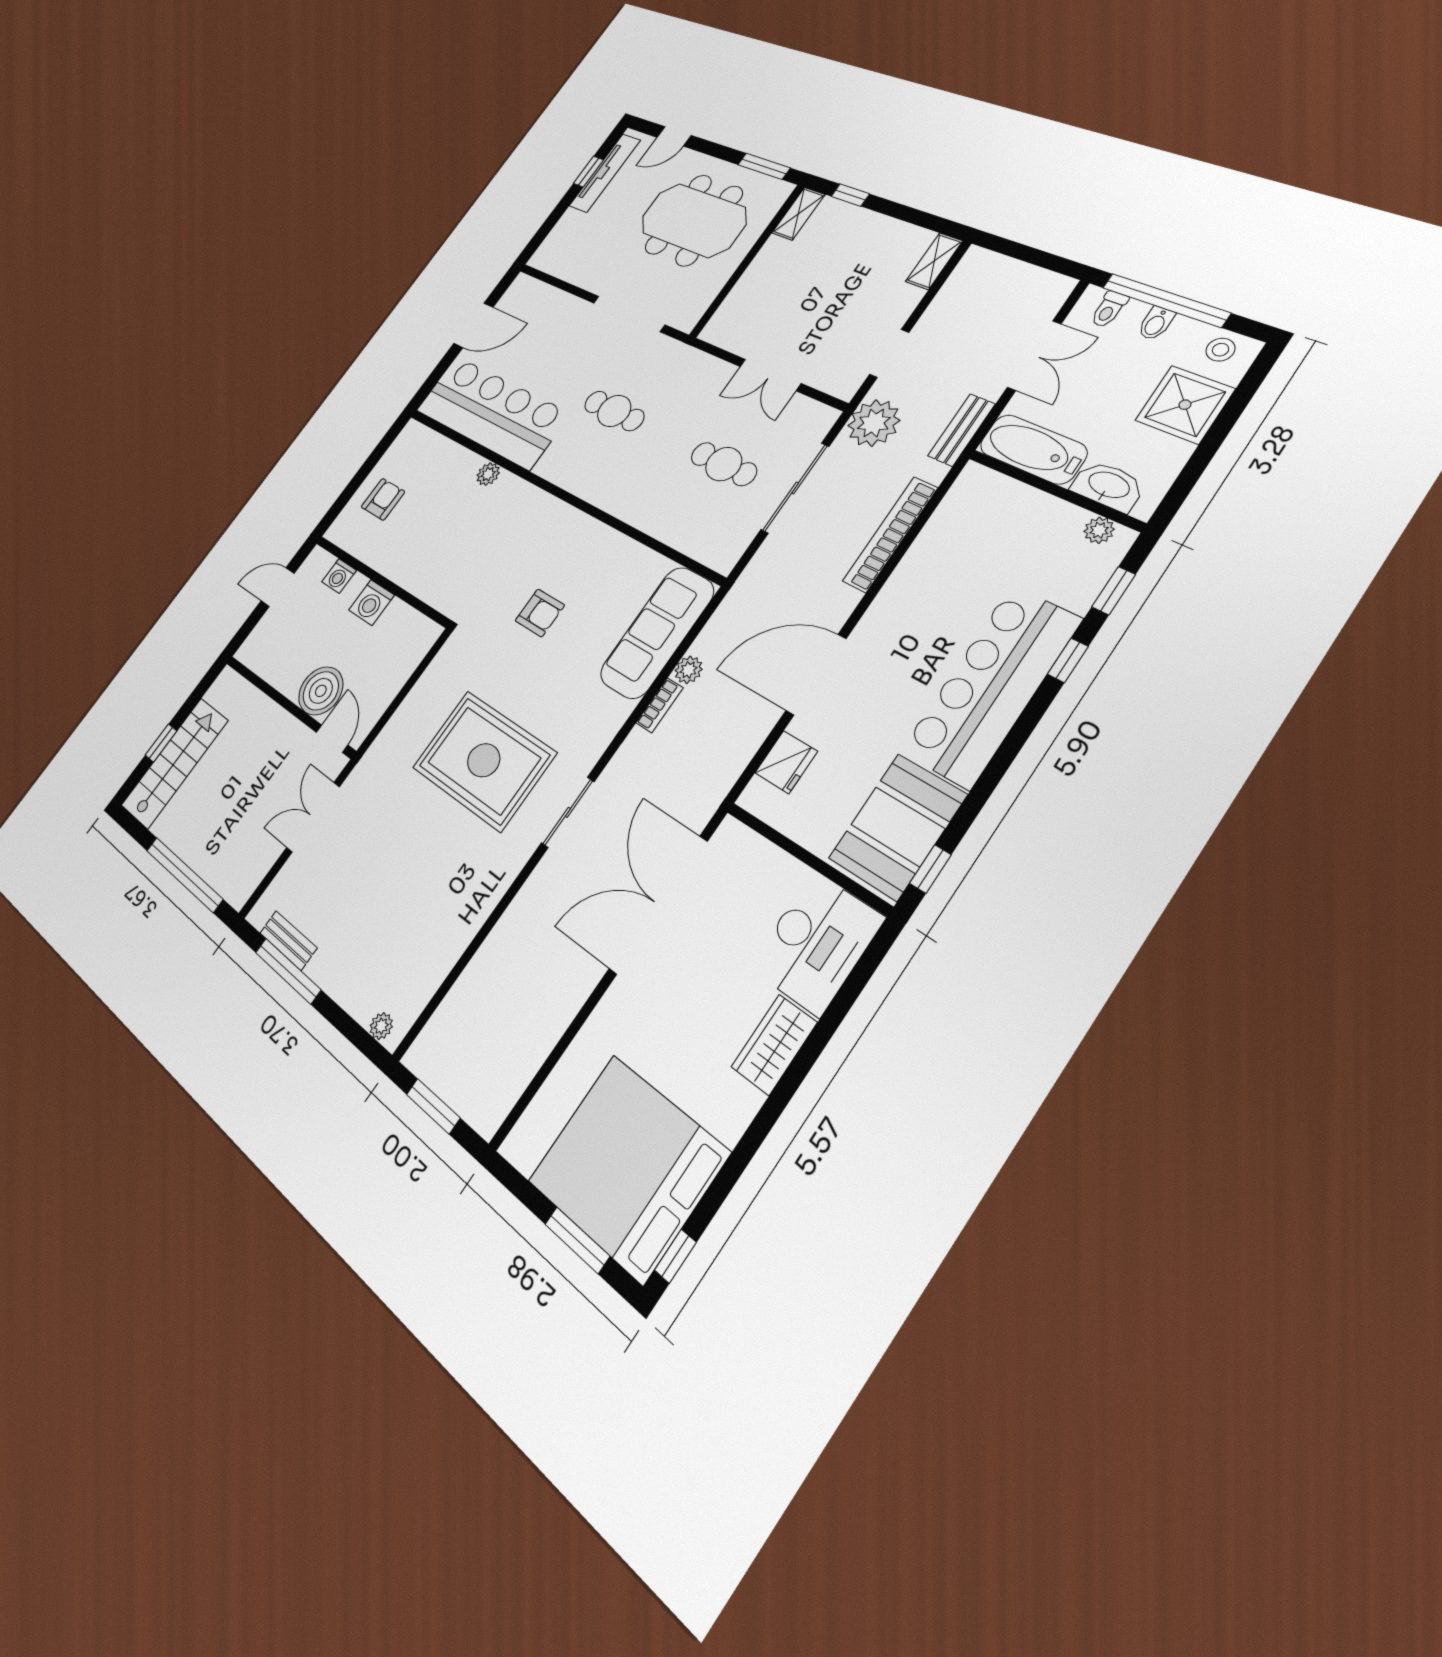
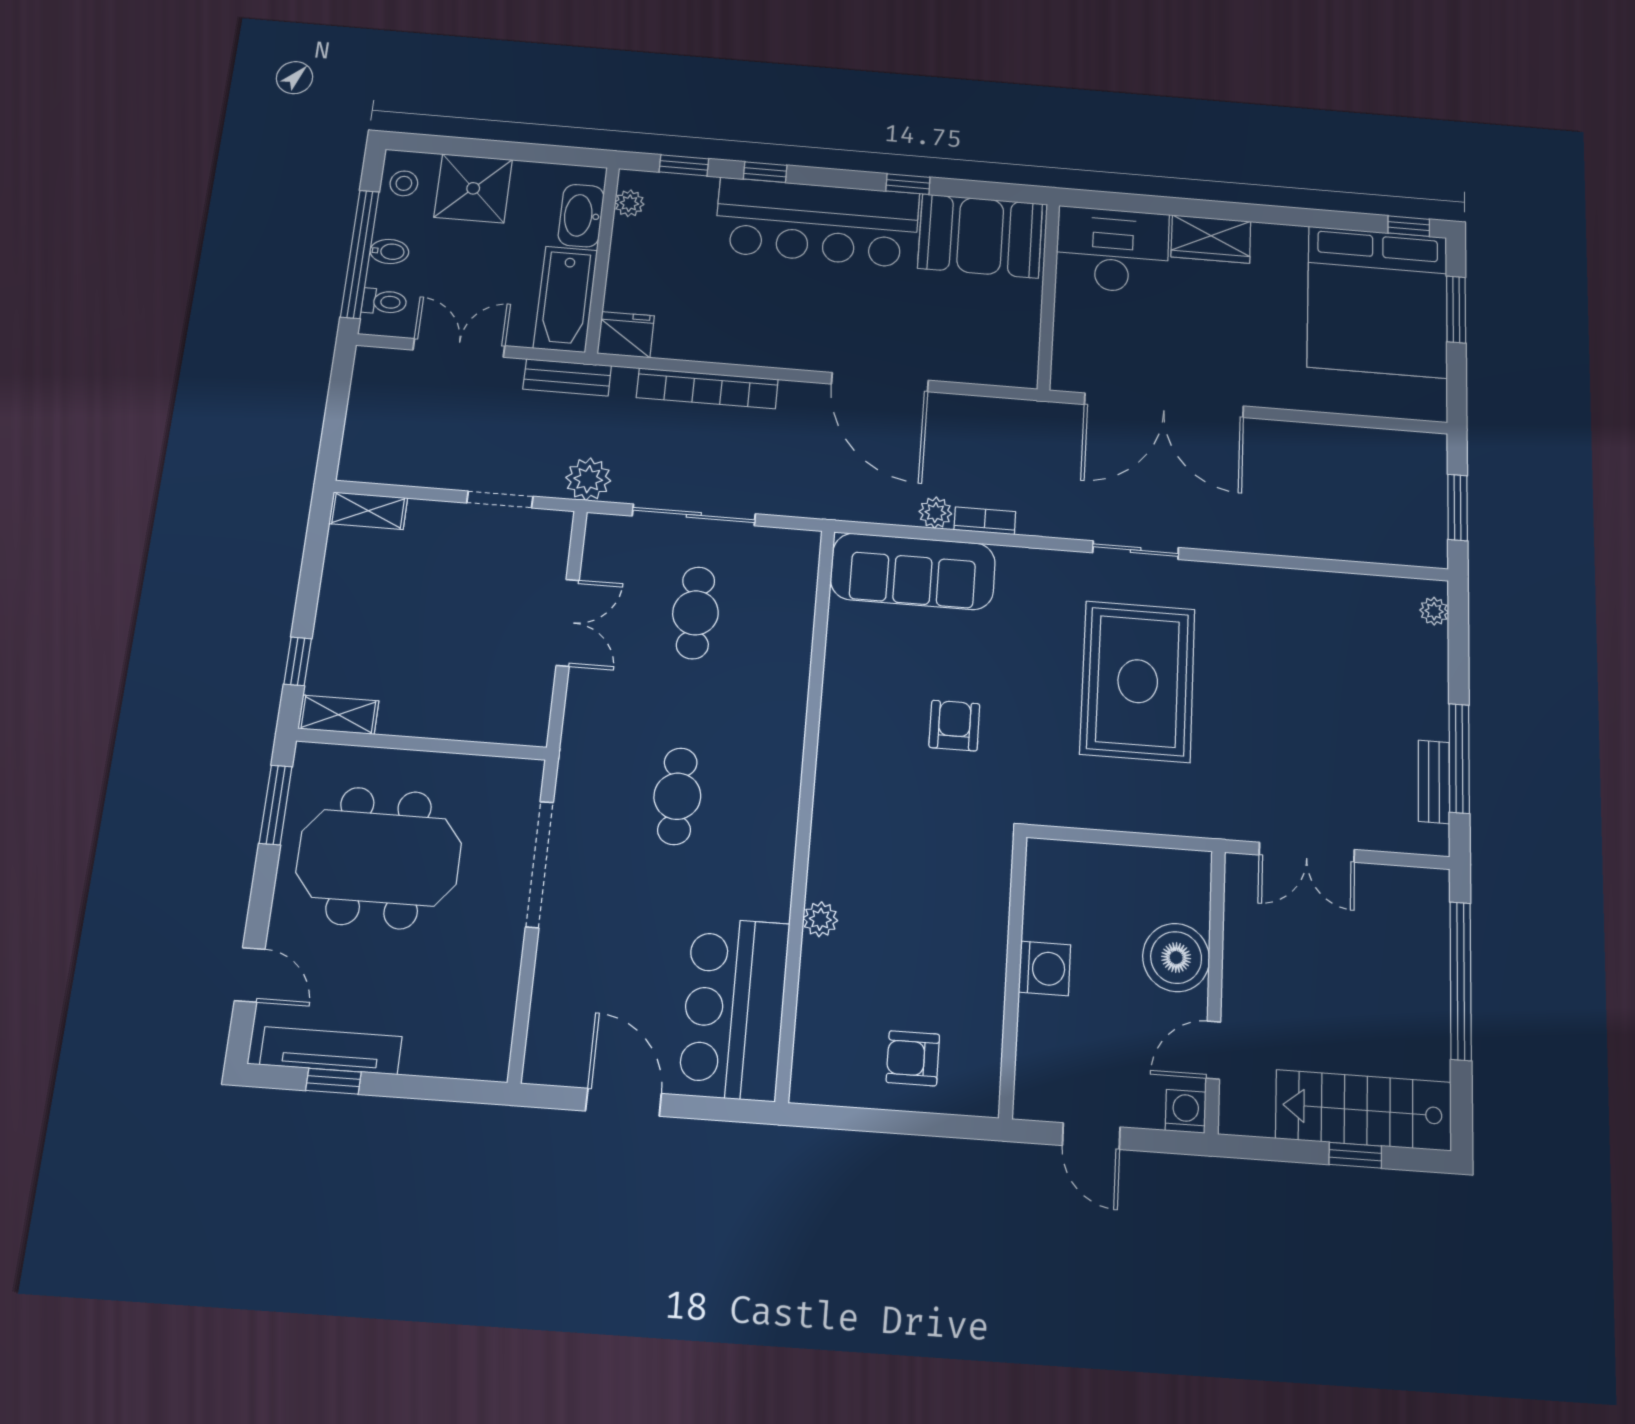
meeting table: (694, 220) -> (379, 858), turned 90
bar counter: (492, 412) -> (734, 1009), width x0.73
plant: (874, 423) -> (588, 479), width x0.73, depth x0.73
washing machine: (339, 576) -> (1186, 1111), moved, turned -90
door: (332, 739) -> (1213, 1050), moved
fridge: (786, 762) -> (626, 335), moved
window: (930, 869) -> (908, 184), moved

